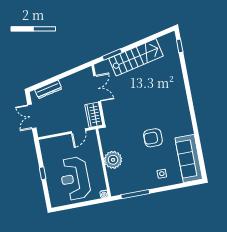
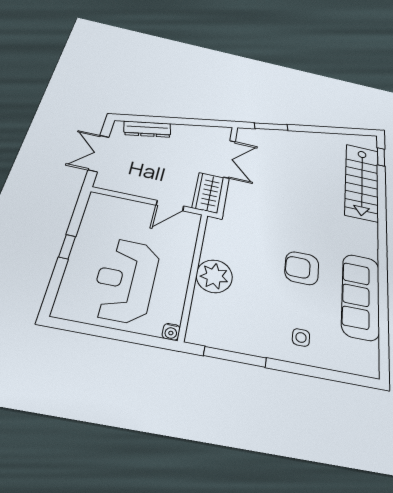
stairs: (136, 57) -> (362, 182), moved, turned 102
sofa: (189, 159) -> (361, 296), moved

